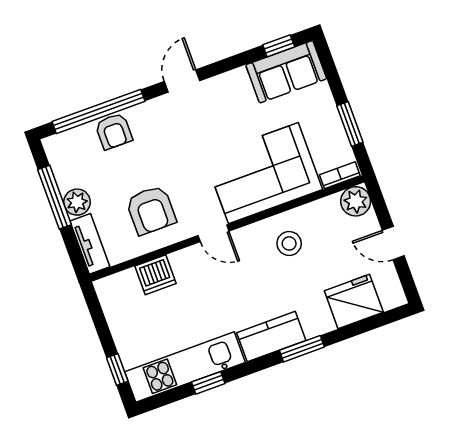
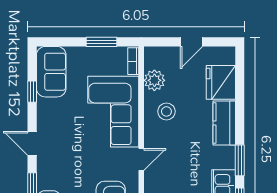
window: (279, 46) -> (32, 92), moved
plant: (356, 201) -> (154, 80), moved
kitchen counter: (271, 337) -> (224, 123), moved
window: (302, 349) -> (240, 160), moved

